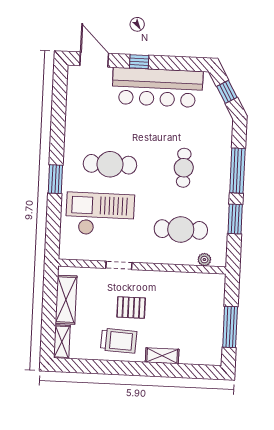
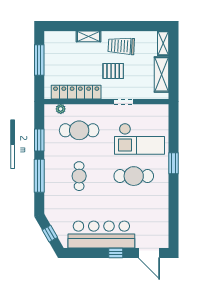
locker: (182, 281) -> (76, 92), added

